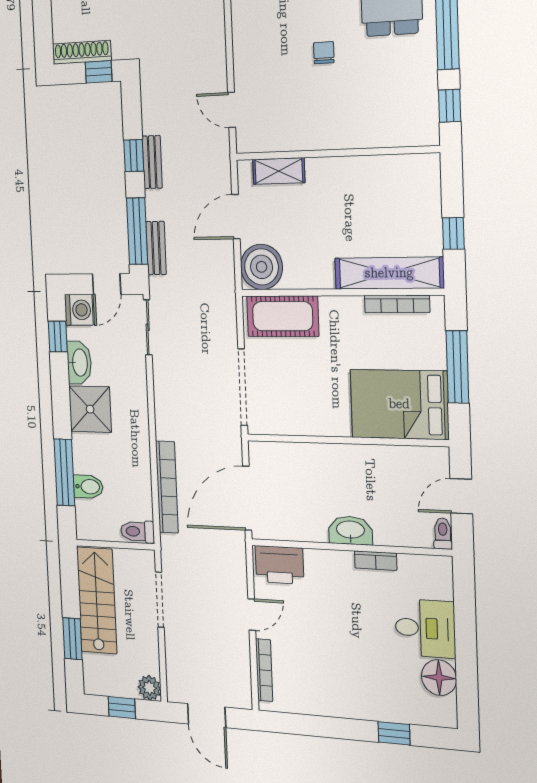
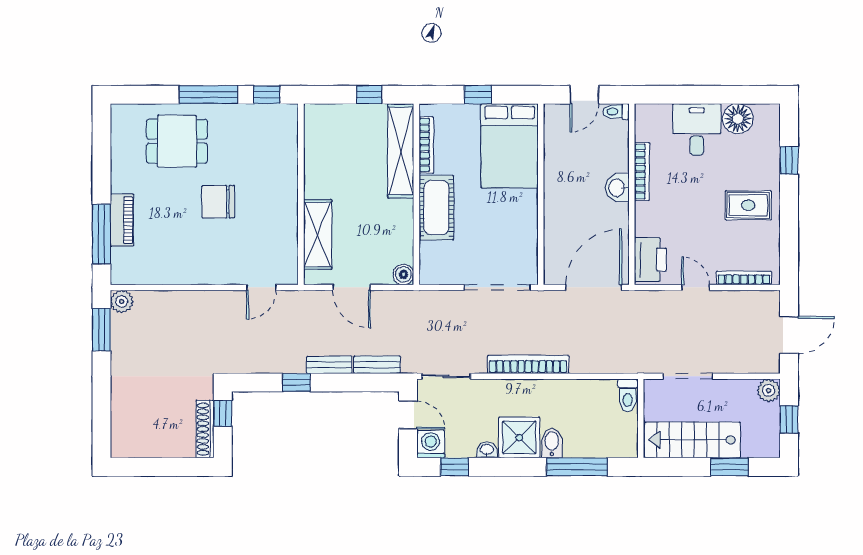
chair: (324, 53) -> (218, 202), width x1.87, depth x1.87
bench: (152, 162) -> (329, 365), moved
shelving: (279, 171) -> (318, 235), width x1.50, depth x1.33
window: (137, 231) -> (362, 382), removed
boiler: (262, 267) -> (403, 274), width x0.54, depth x0.54
cot: (283, 316) -> (436, 208), moved
washbasin: (79, 363) -> (487, 450), width x0.52, depth x0.69
window: (457, 367) -> (478, 95), width x0.46
bidet: (88, 487) -> (552, 443), moved
bookcase: (167, 487) -> (528, 364), moved
door: (461, 496) -> (584, 95), hinge flipped
door: (247, 498) -> (594, 287), swing flipped
washbasin: (350, 530) -> (617, 188), width x0.72
bookcase: (376, 561) -> (642, 171), width x1.56
rug: (342, 682) -> (748, 205), added

